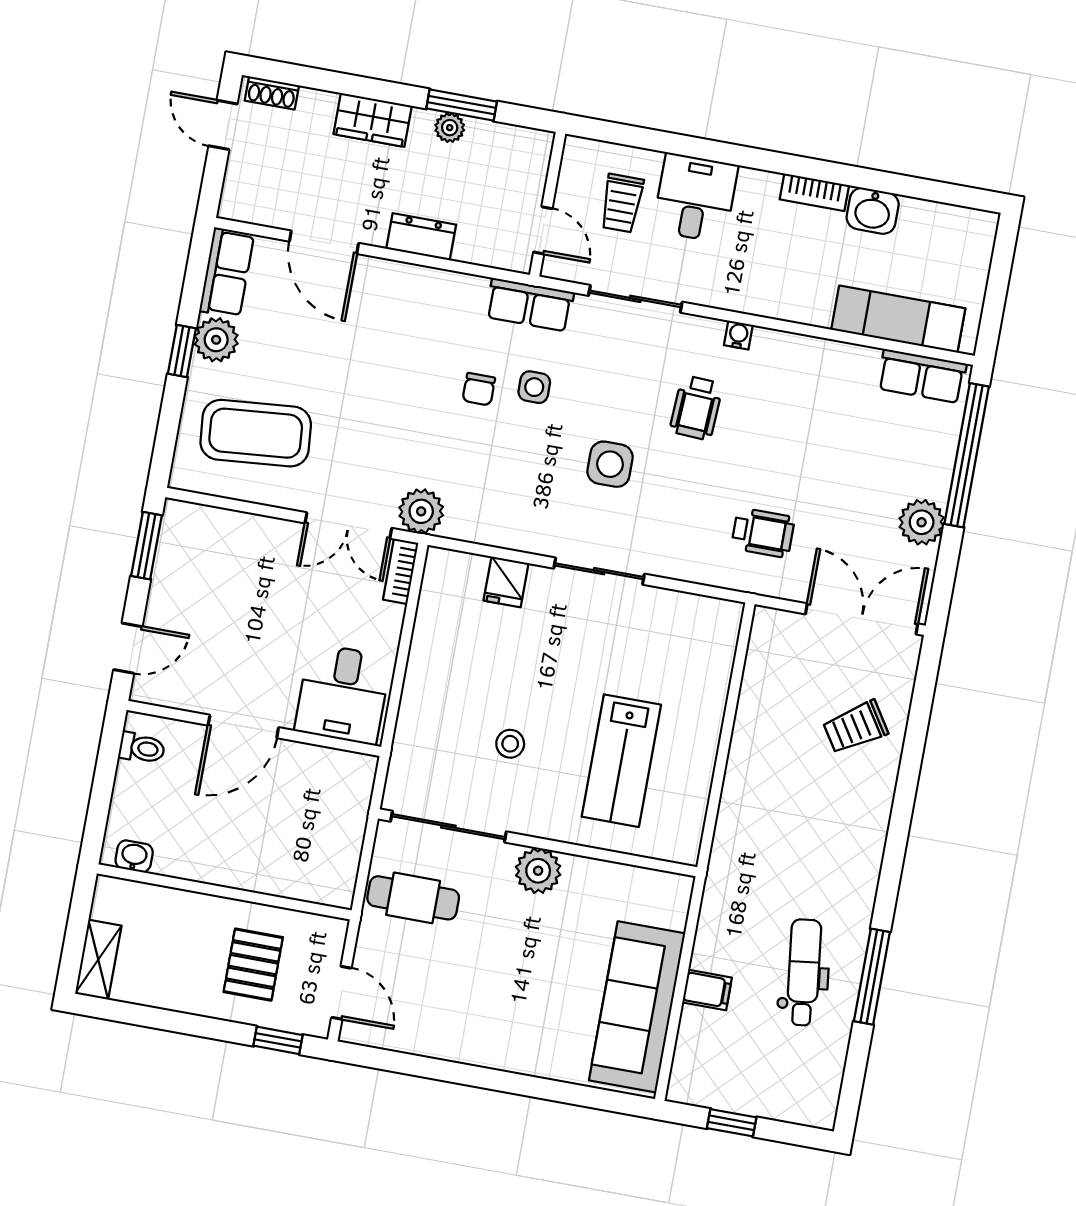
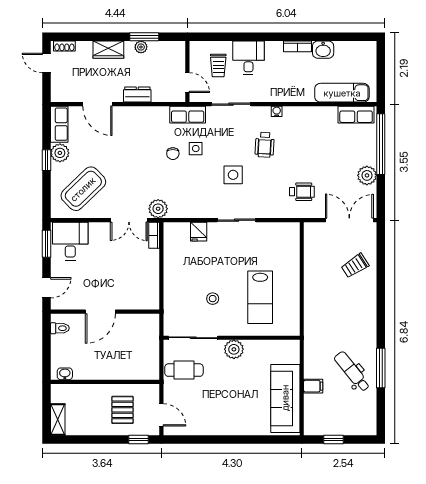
coffee table: (256, 433) -> (83, 189), turned -39
desk: (343, 694) -> (70, 241), moved, turned 180
dental chair: (804, 972) -> (352, 372), turned -32

